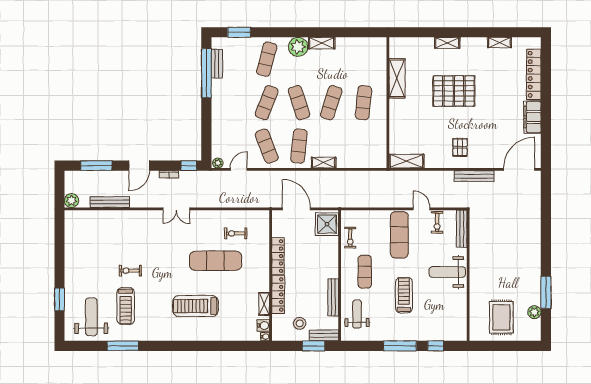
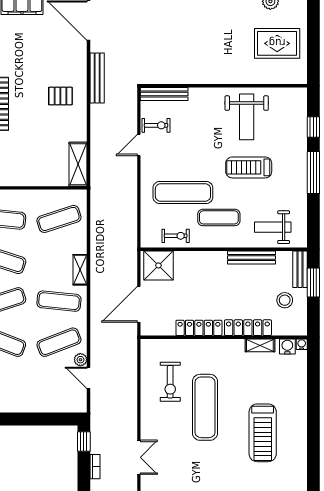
exercise mat: (363, 146) -> (59, 219), added
plant: (218, 163) -> (80, 360), moved
exercise bike: (236, 233) -> (170, 382), width x1.38, depth x1.39
exercise mat: (399, 235) -> (183, 193), moved
weight bench: (447, 272) -> (247, 117), moved

